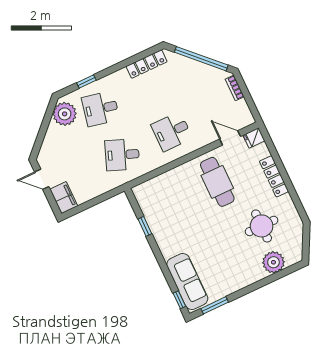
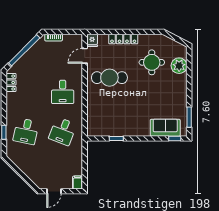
locker: (147, 64) -> (11, 83), width x0.66
plant: (65, 114) -> (18, 156), removed
filing cabinet: (64, 198) -> (78, 183), width x0.50
sofa: (187, 282) -> (165, 128), width x0.73

